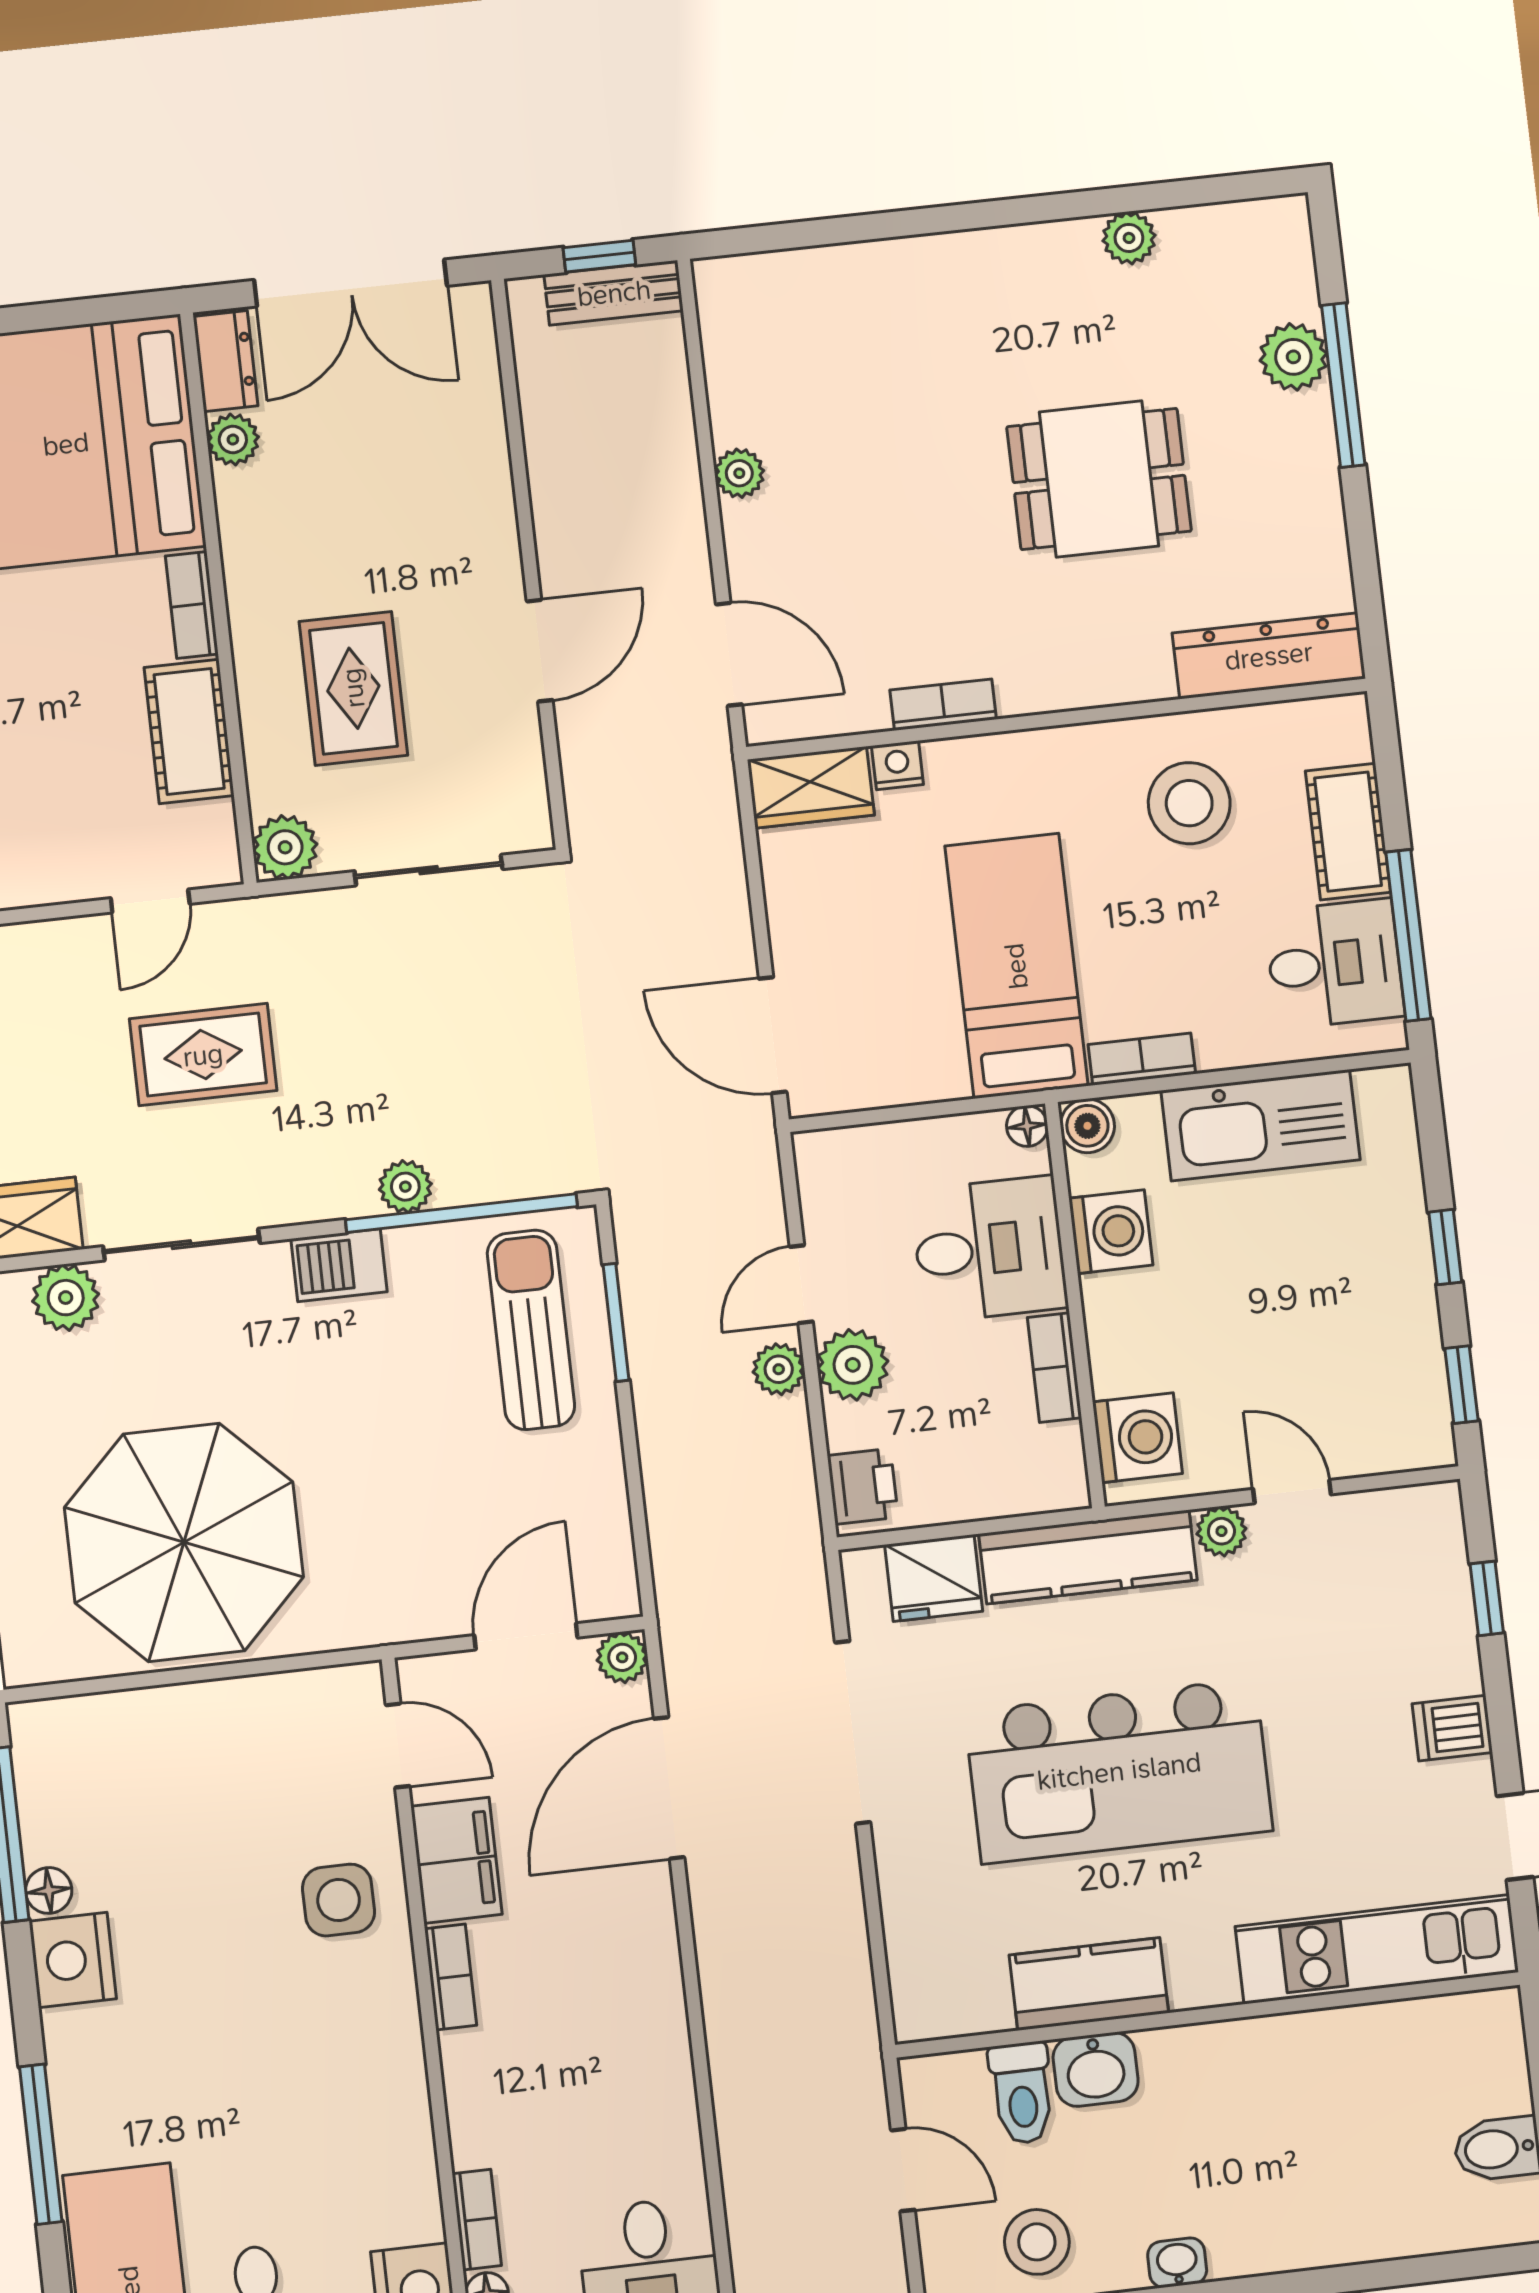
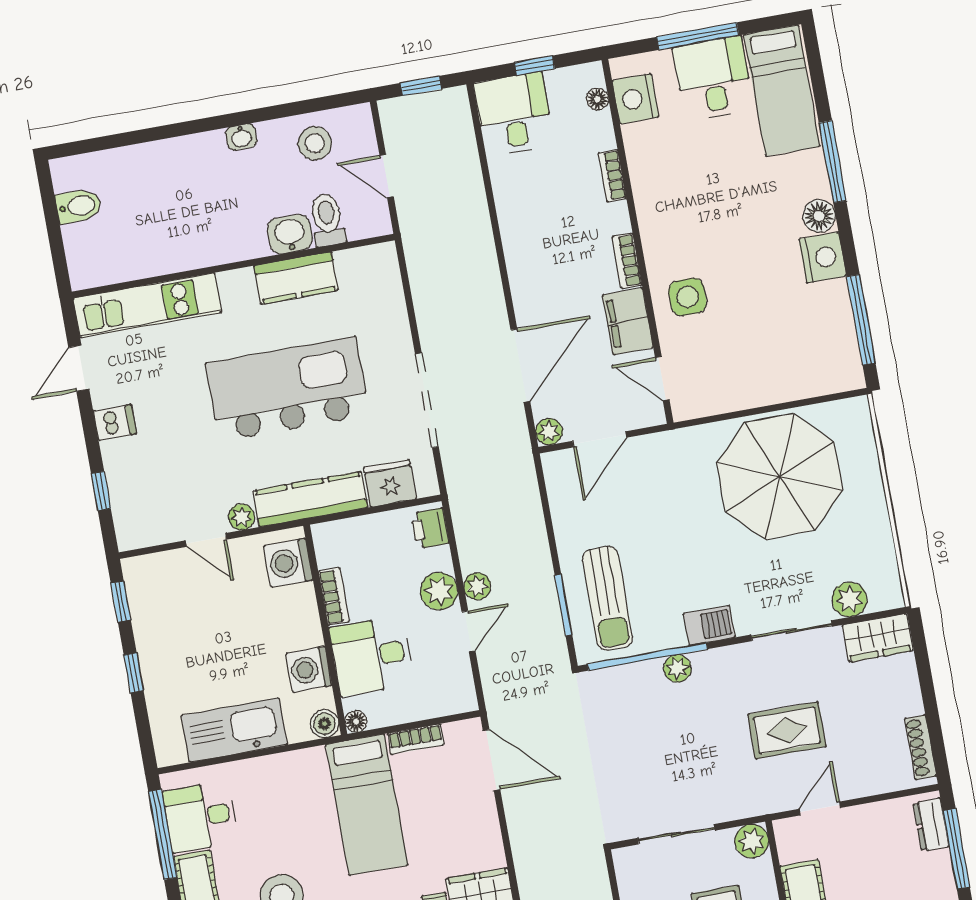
bookcase: (1142, 1059) -> (416, 739), moved
floor lamp: (49, 1890) -> (819, 216), moved, width x1.37, depth x1.37
bookcase: (477, 2220) -> (612, 176), moved

